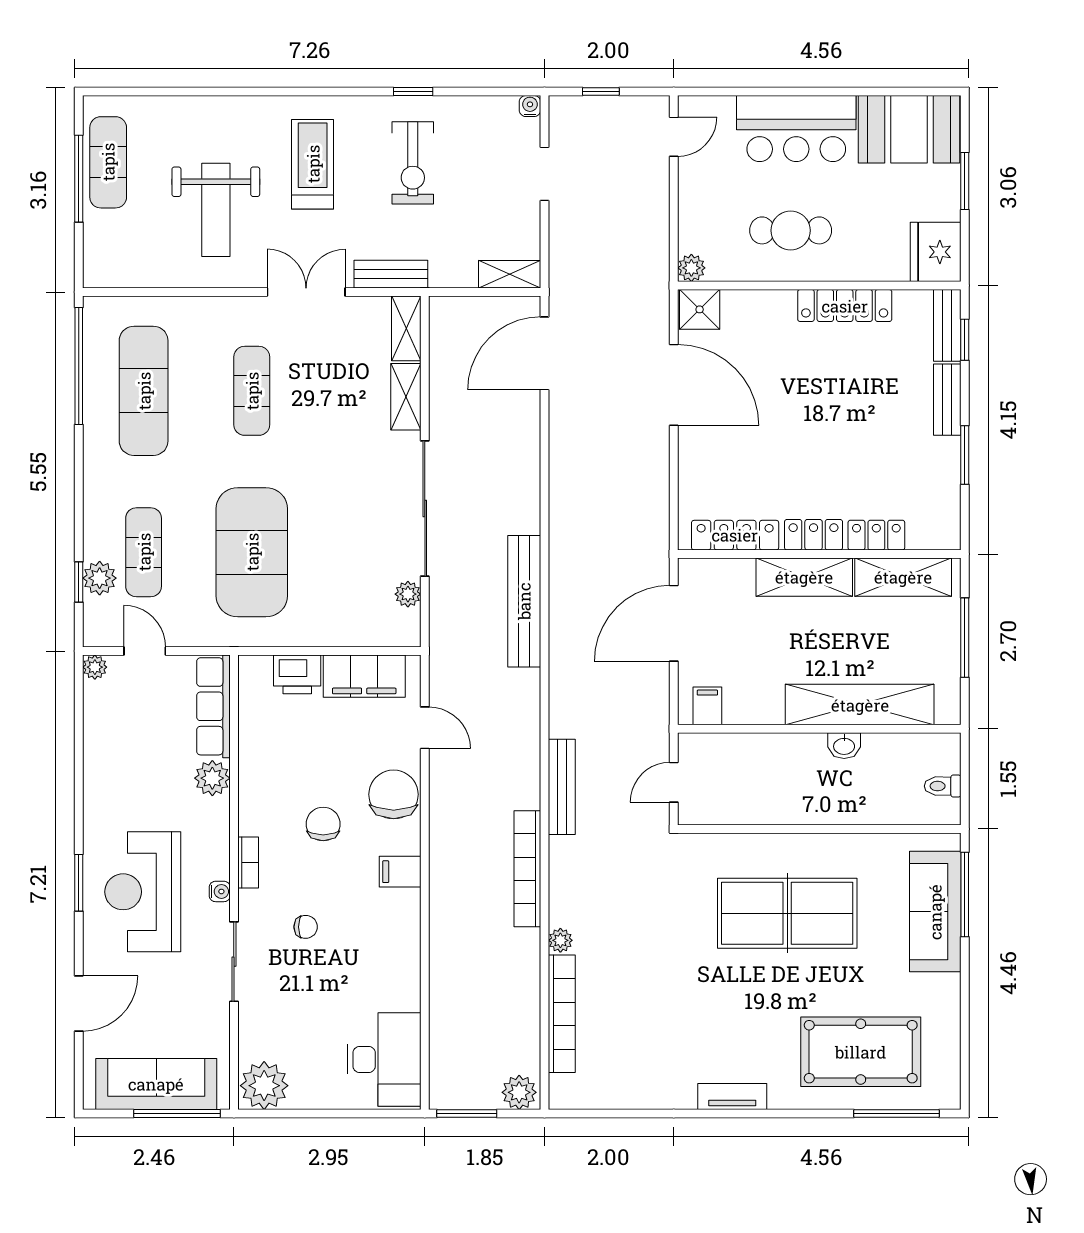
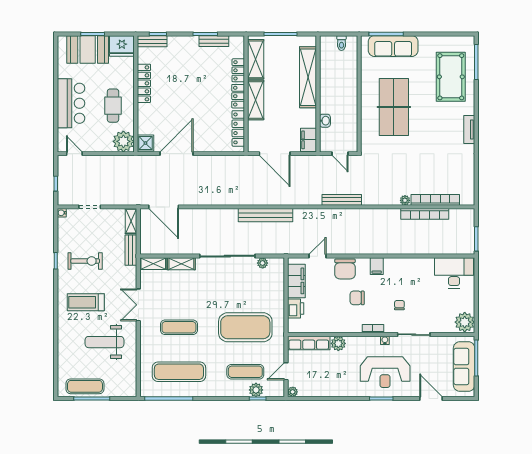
booth: (909, 129) -> (88, 49), moved, turned 90
weight bench: (216, 210) -> (105, 342), turned 180
plant: (691, 268) -> (123, 141), width x1.88, depth x1.88
bench: (391, 274) -> (131, 250), moved
bench: (947, 400) -> (214, 41), moved
filing cabinet: (707, 706) -> (309, 140), width x2.00
washbasin: (844, 746) -> (325, 121), moved
chair: (394, 794) -> (345, 269), turned -90
bookcase: (527, 869) -> (425, 214), moved
plant: (519, 1092) -> (468, 217), removed

